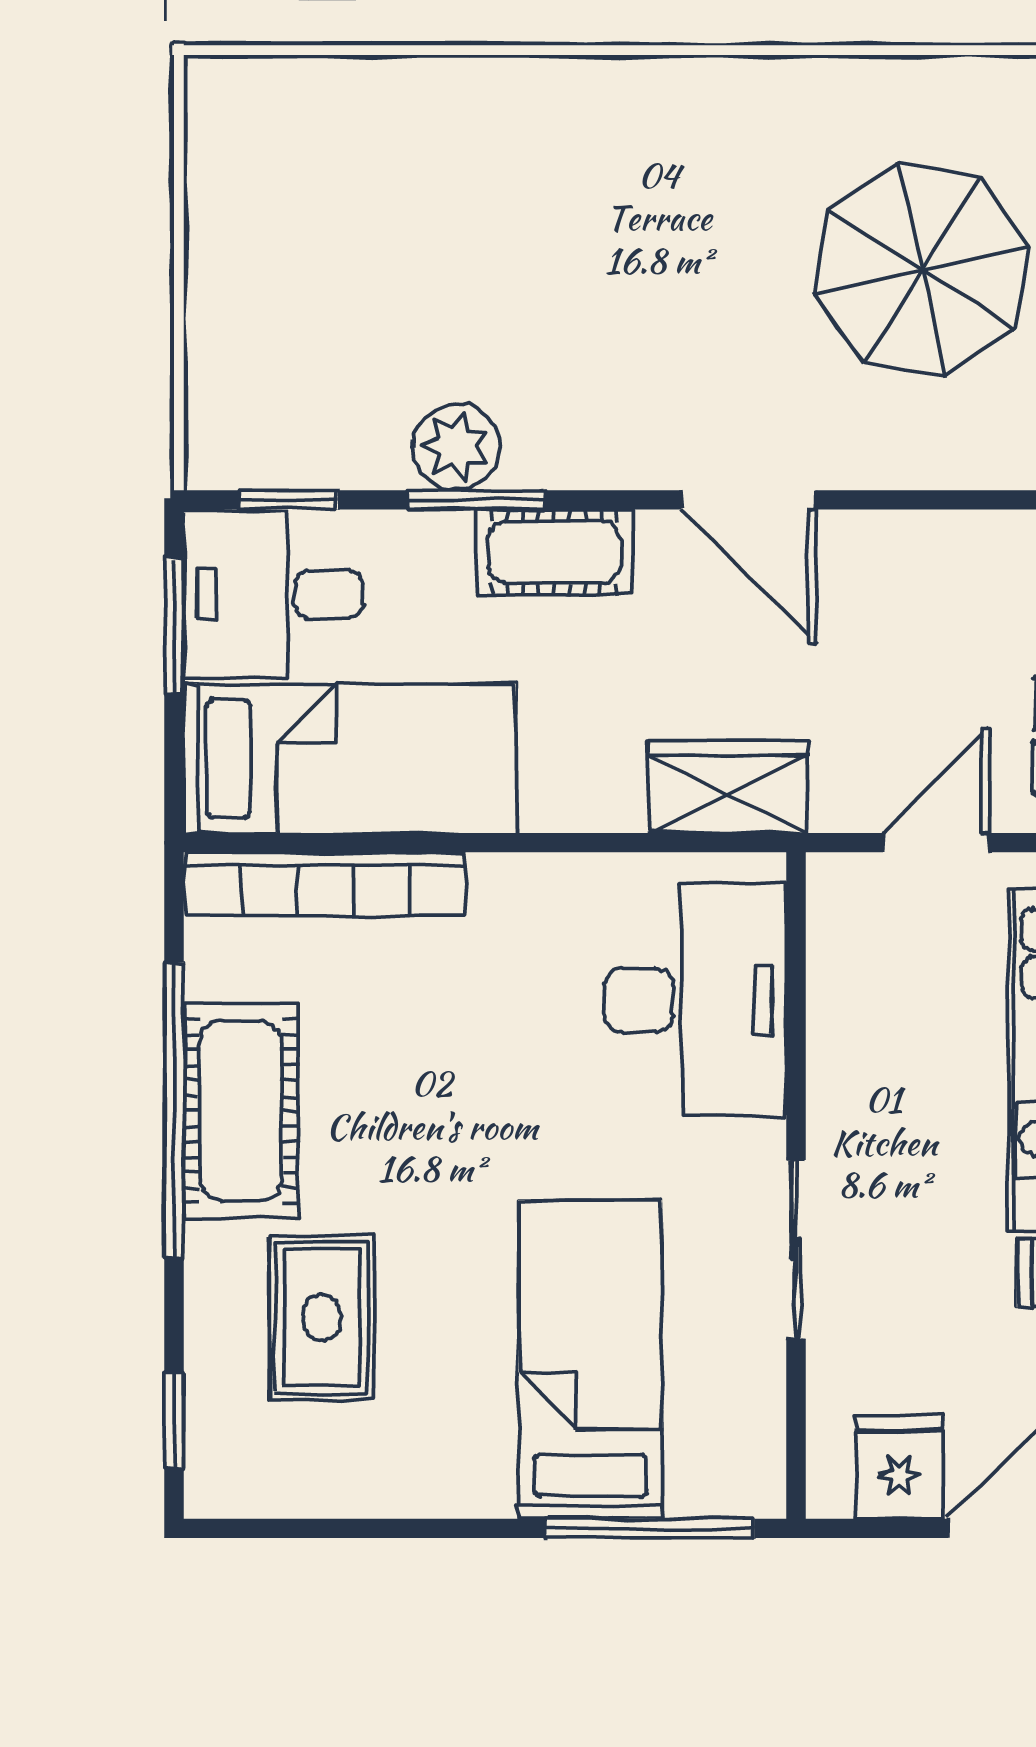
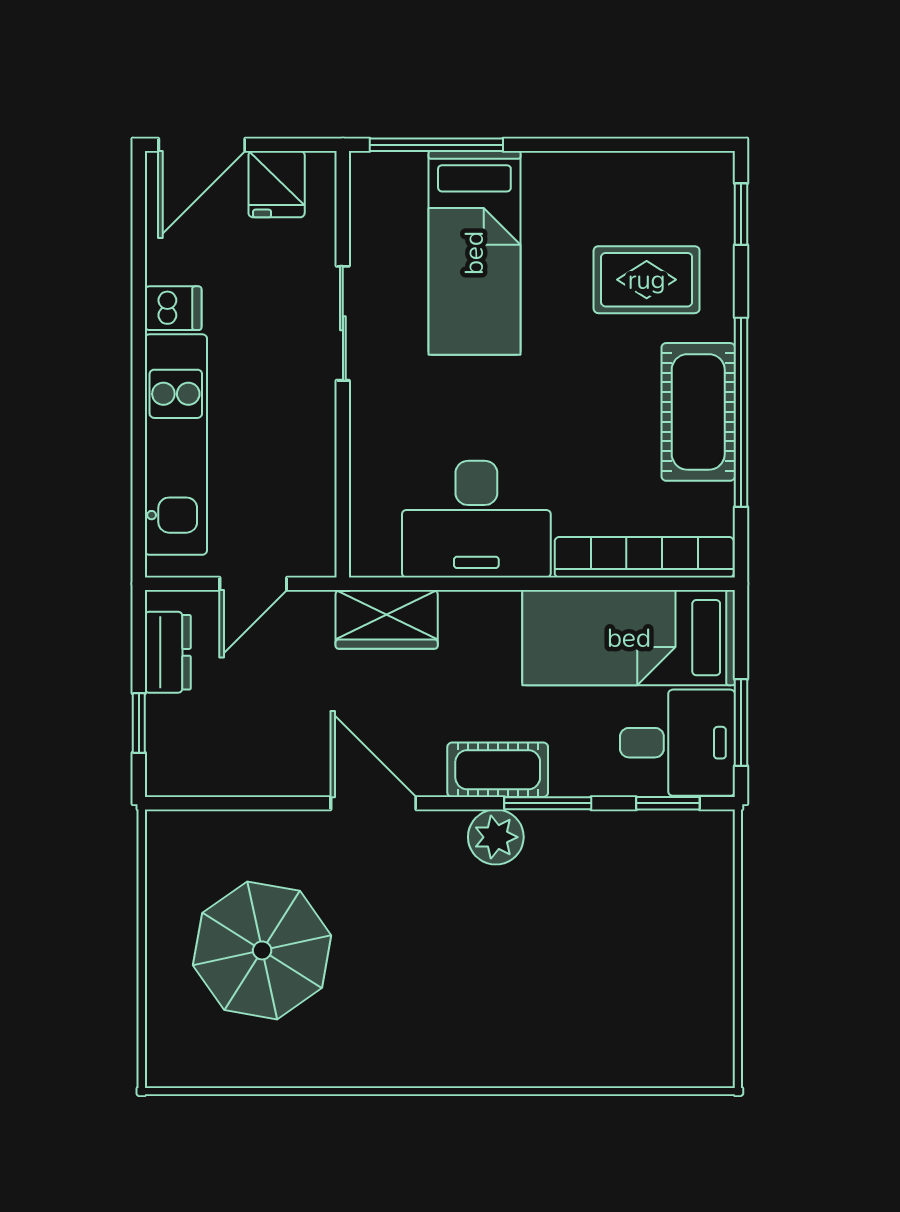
plant: (456, 447) -> (496, 837), moved
desk: (695, 1000) -> (476, 519), moved, turned -90
rug: (322, 1317) -> (647, 280), turned 90

